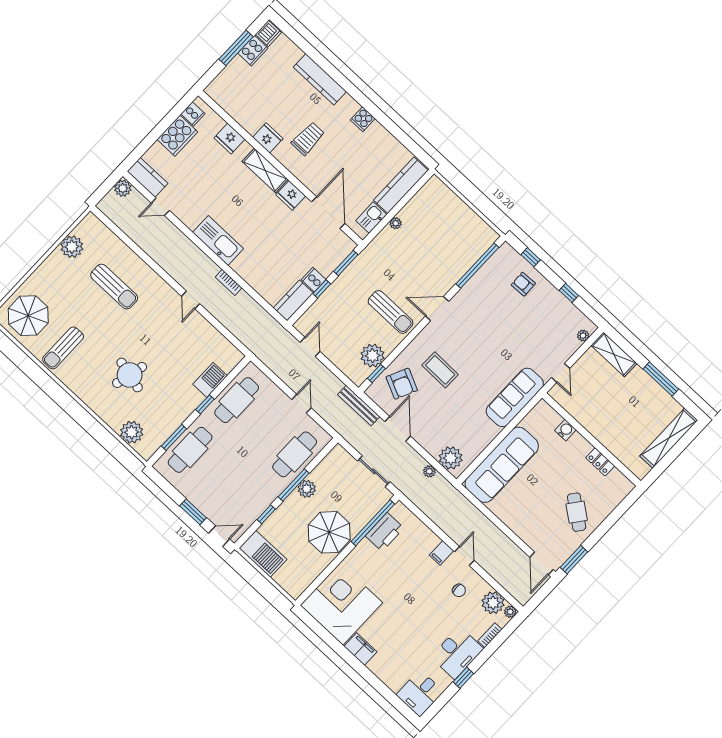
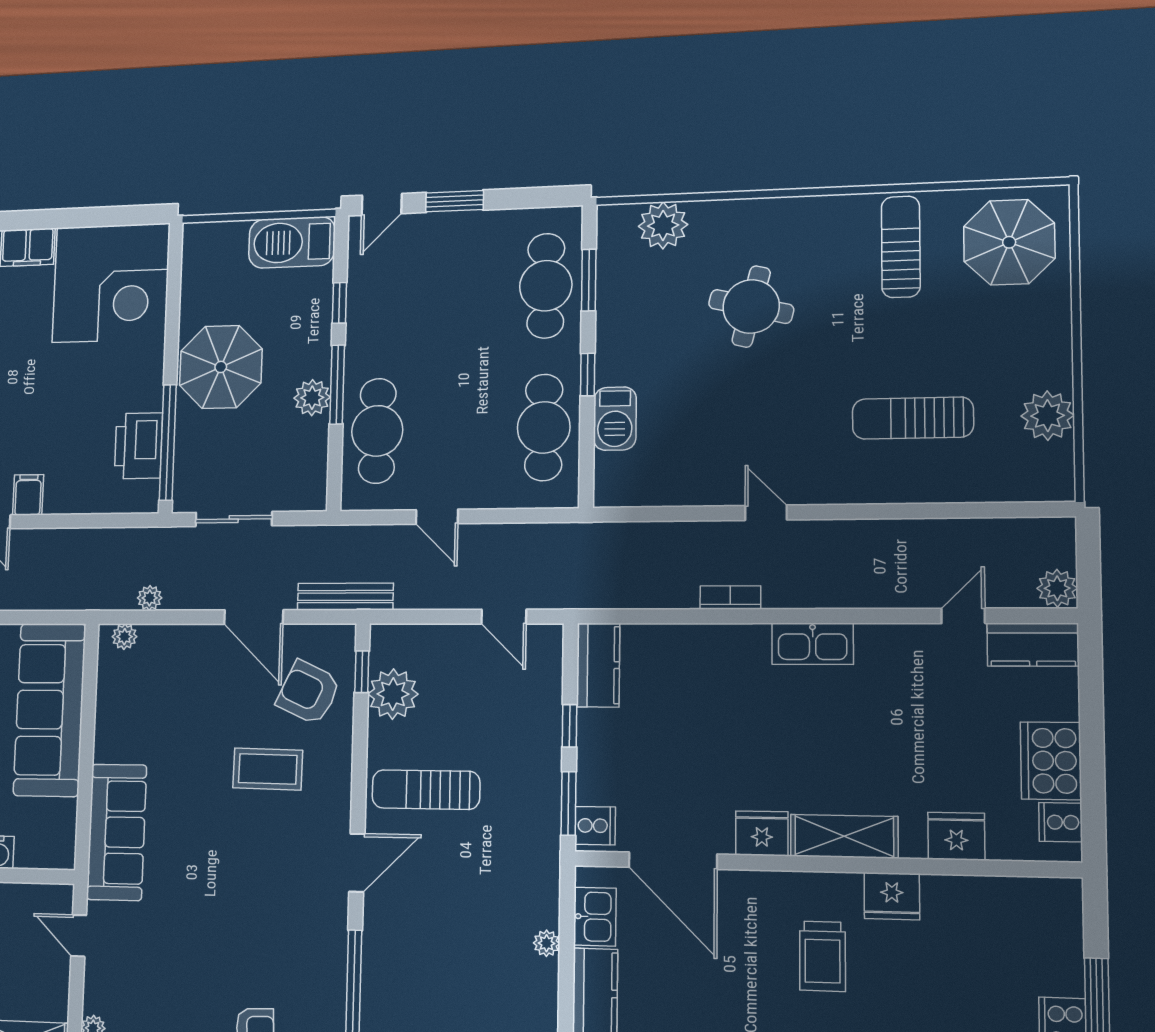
kitchen sink: (218, 240) -> (813, 644), width x0.73, depth x0.81
cooker: (314, 280) -> (595, 826), moved
plant: (451, 458) -> (124, 637), width x0.53, depth x0.53

